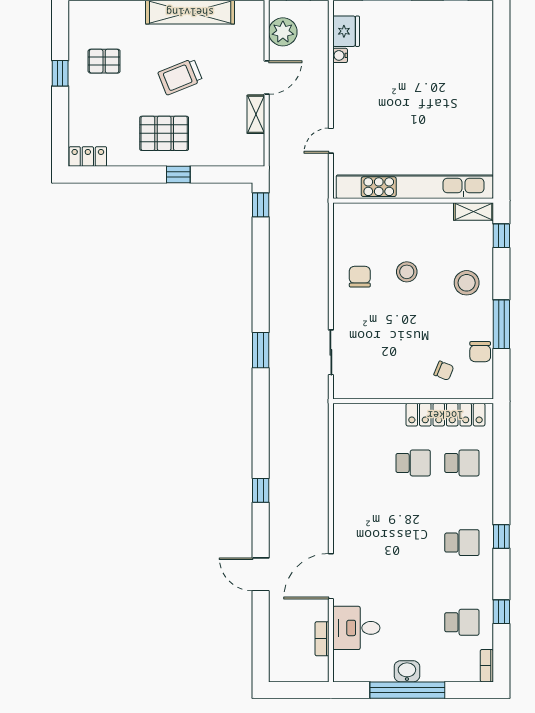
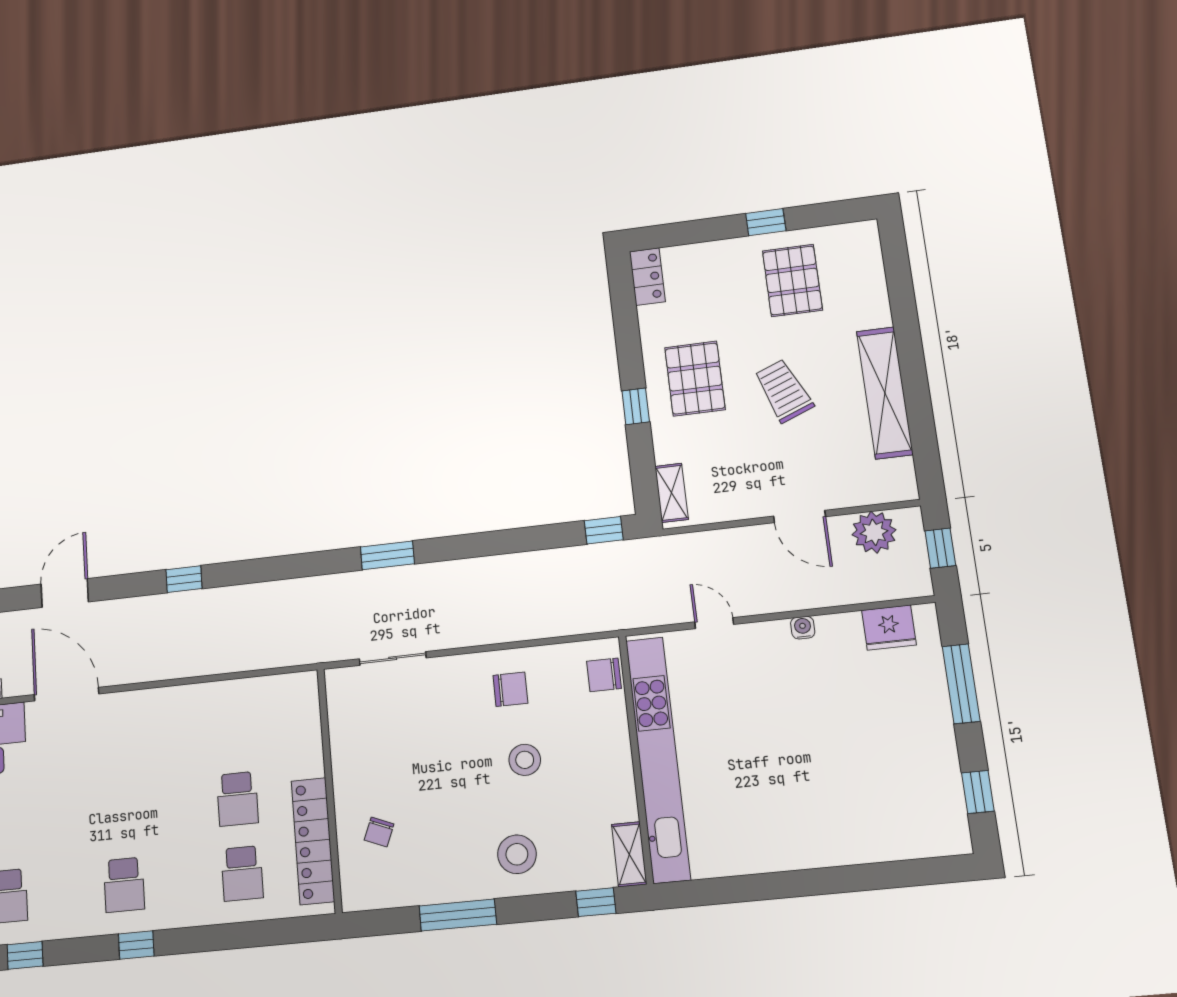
water cooler: (340, 55) -> (803, 628), moved
pallet: (104, 61) -> (792, 280), width x1.50, depth x1.42
shelving: (256, 114) -> (672, 493), moved, turned 90
chair: (480, 352) -> (604, 675), moved

